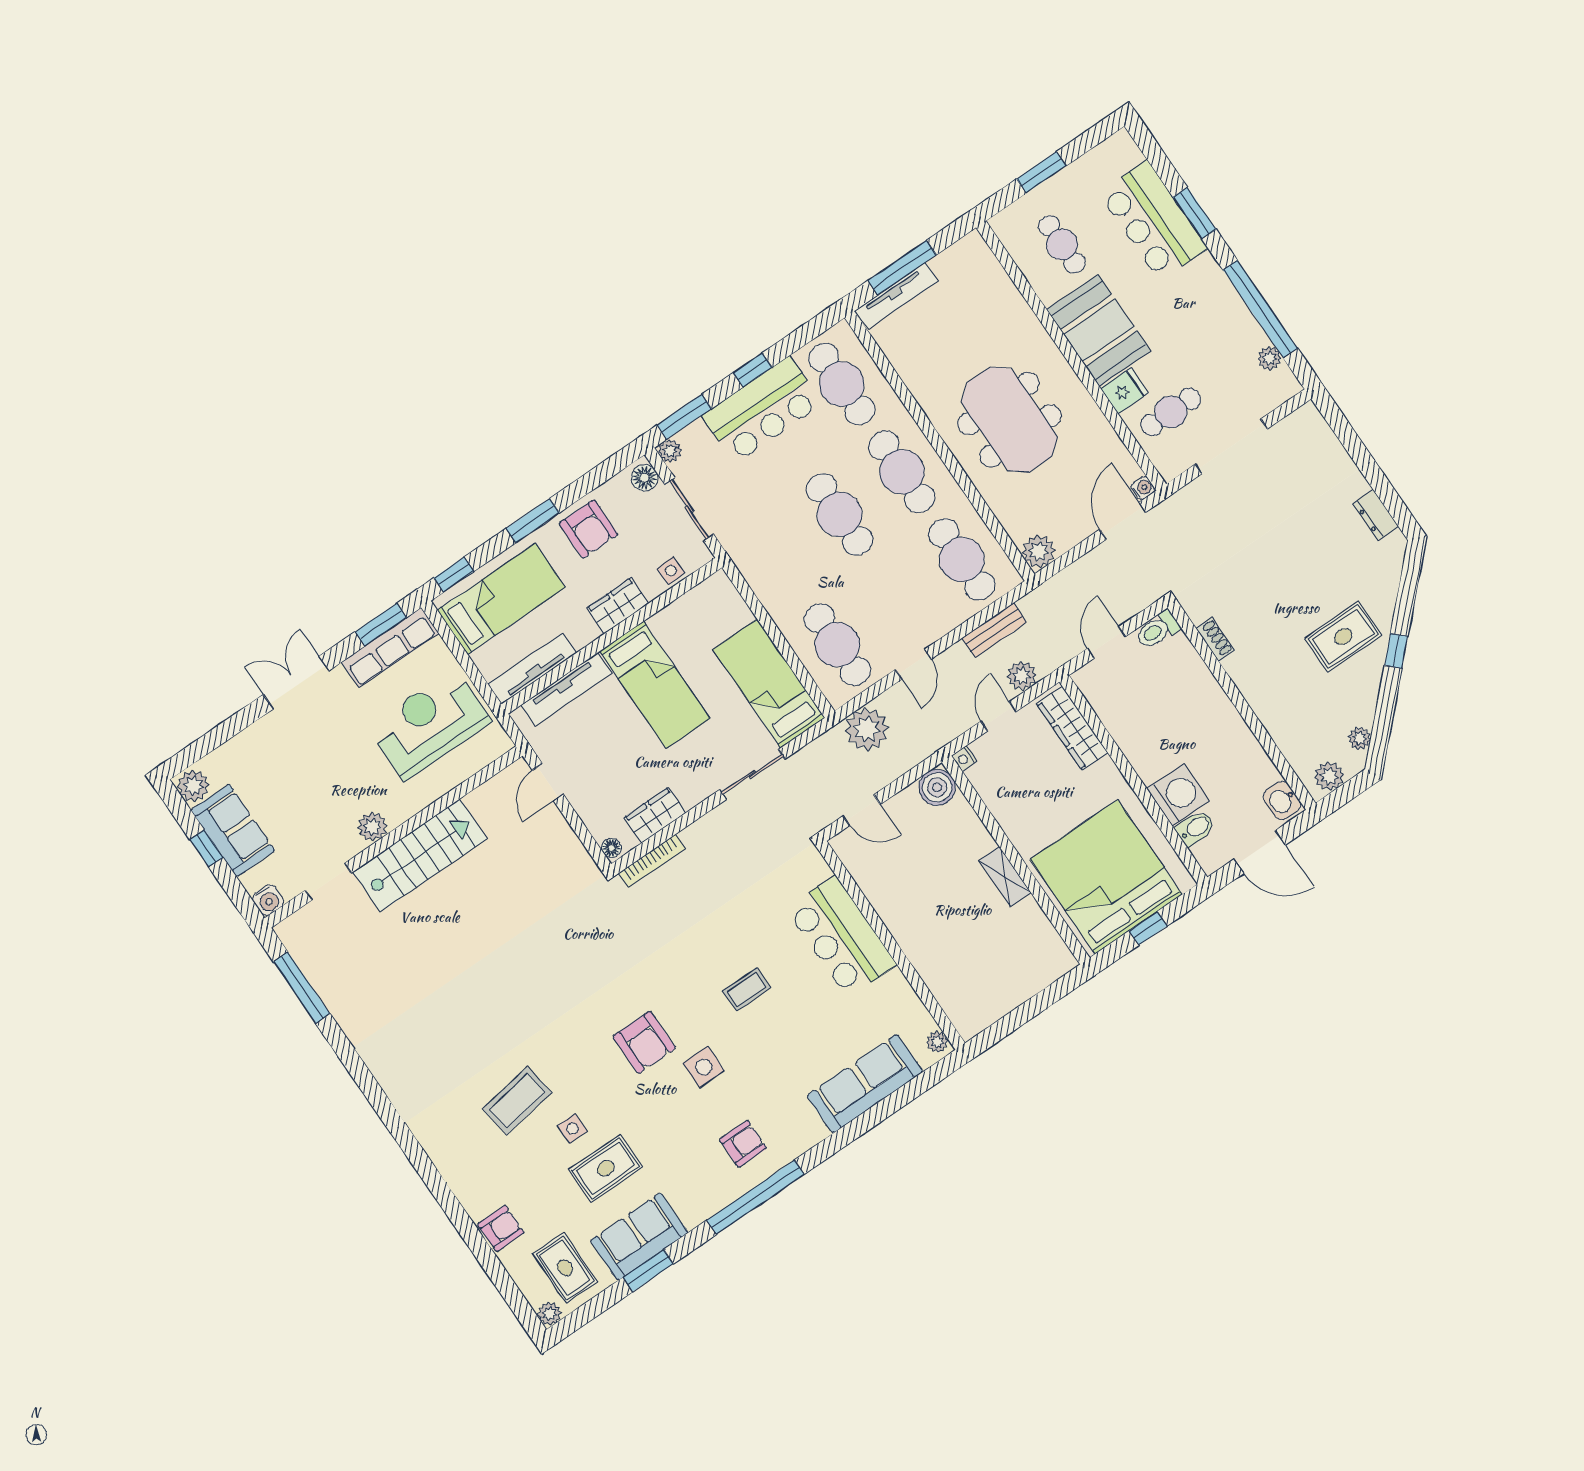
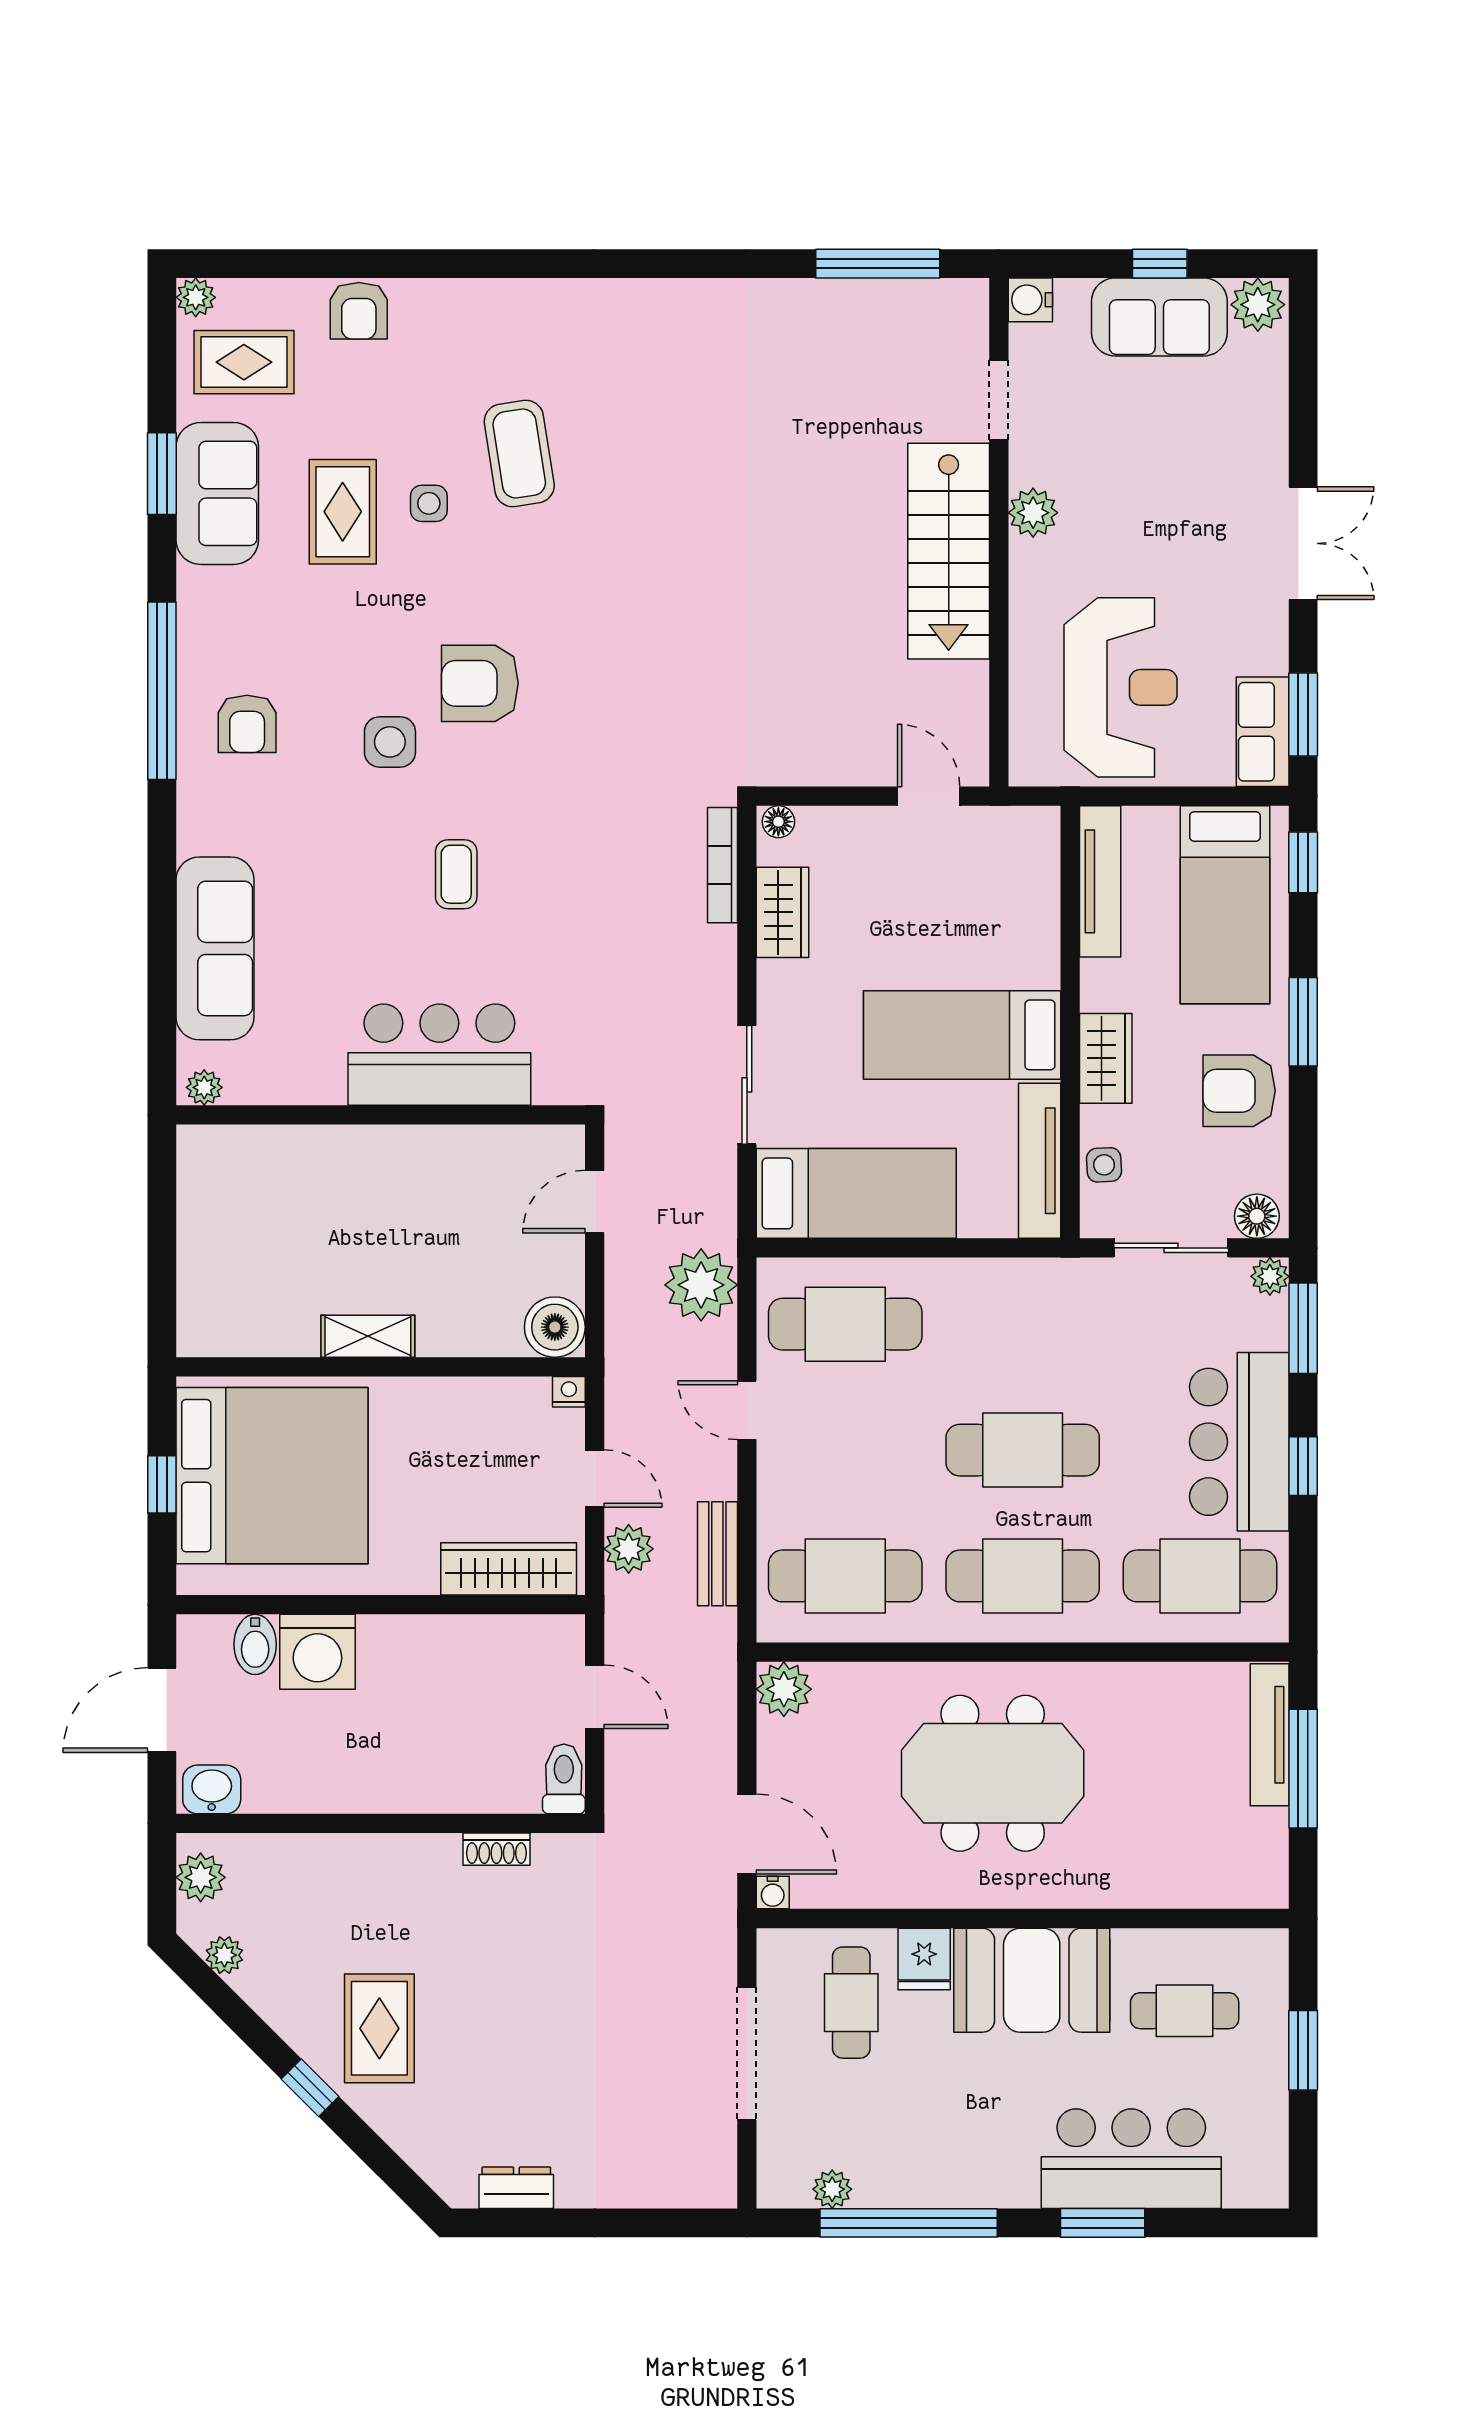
row of seats: (390, 648) -> (1263, 732), width x0.68
tv unit: (566, 689) -> (1040, 1161), moved

